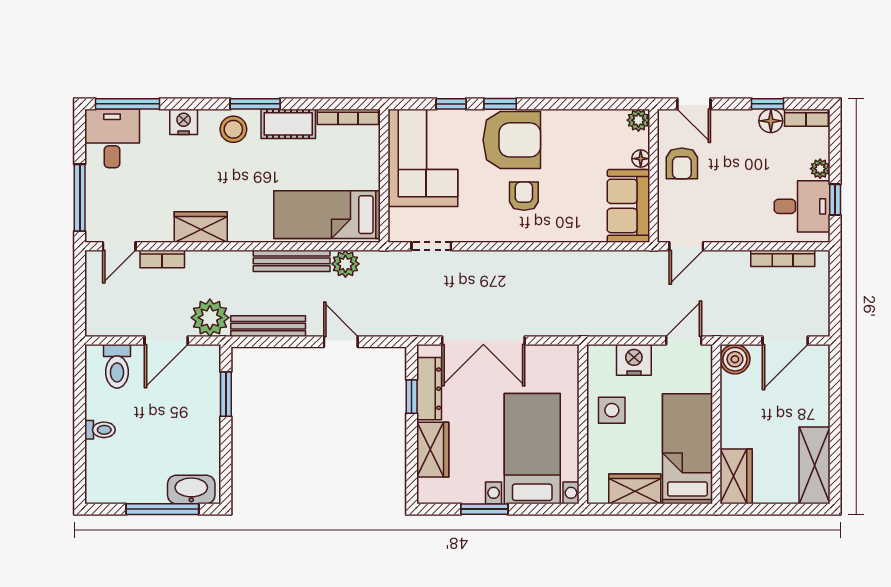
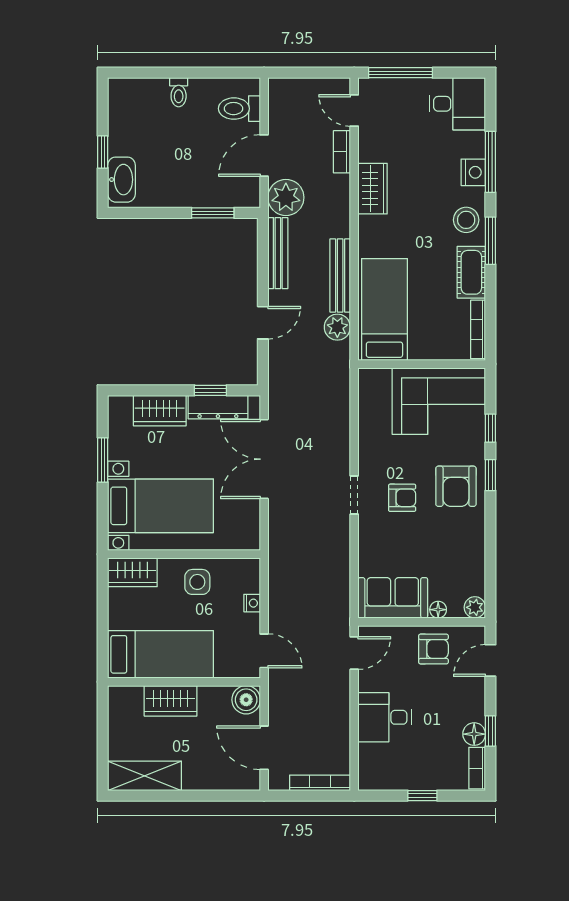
window: (127, 104) -> (490, 162), moved
armchair: (512, 140) -> (456, 486), width x0.73, depth x0.73
armchair: (682, 163) -> (433, 649), turned 180
plant: (820, 169) -> (428, 781), removed
window: (835, 200) -> (422, 796), moved
desk: (802, 206) -> (384, 717), moved, turned 90
doorway: (431, 246) -> (354, 495), moved
door: (686, 246) -> (354, 653), swing flipped
bookcase: (783, 258) -> (320, 783), moved, turned 90
door: (166, 340) -> (264, 155), hinge flipped
nightstand: (634, 360) -> (252, 603), width x0.53, depth x0.56
wardrobe: (736, 476) -> (171, 701), moved
wardrobe: (635, 489) -> (132, 572), moved, turned 90
window: (162, 509) -> (103, 152), width x0.46

